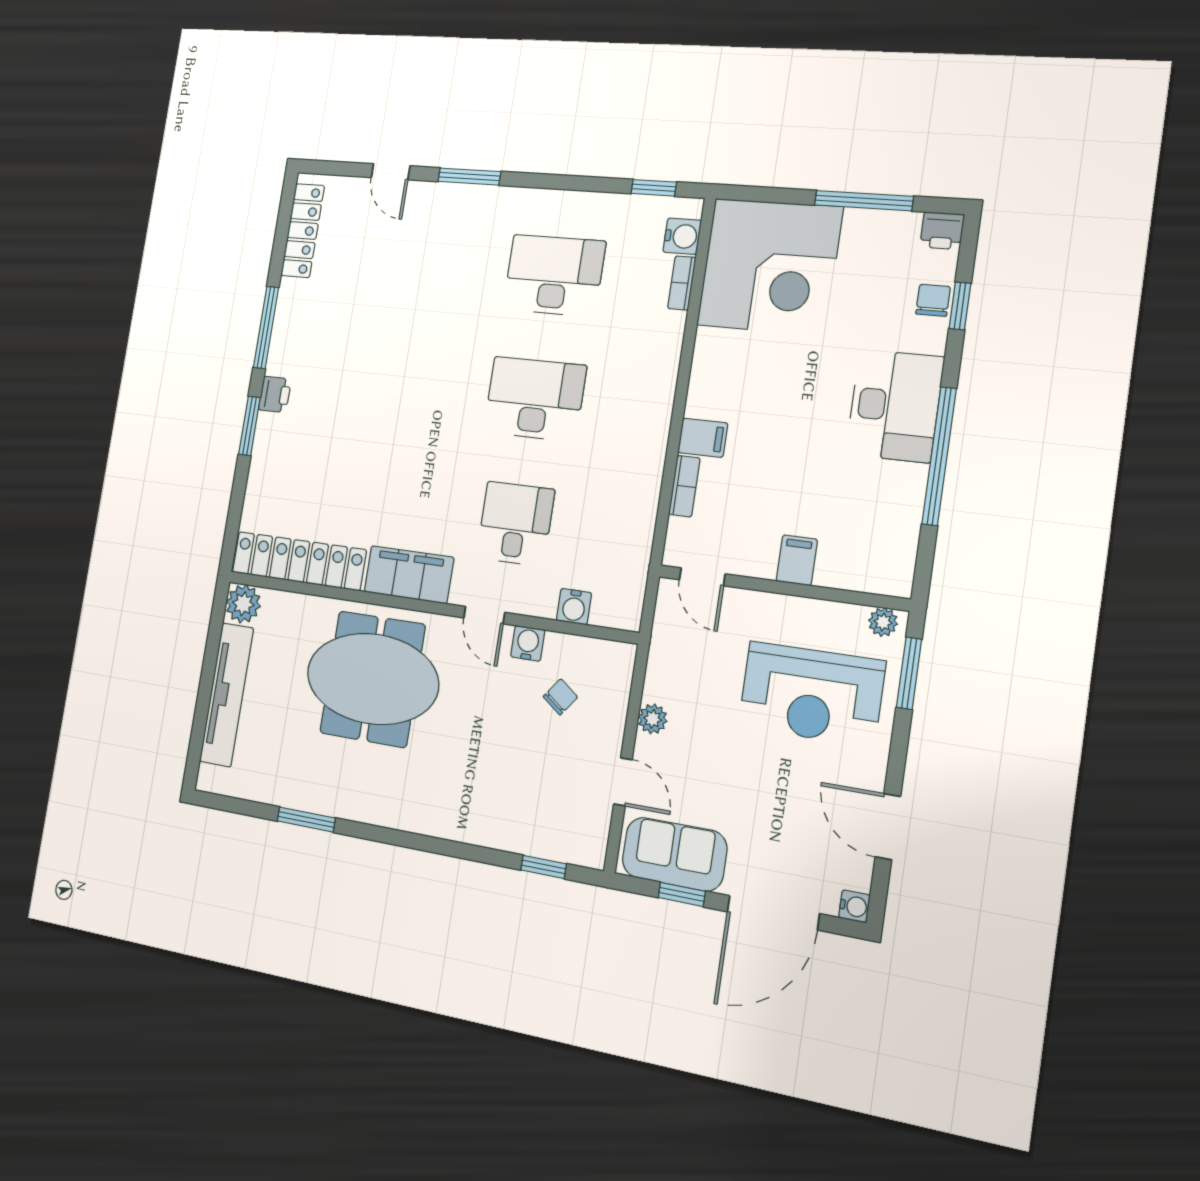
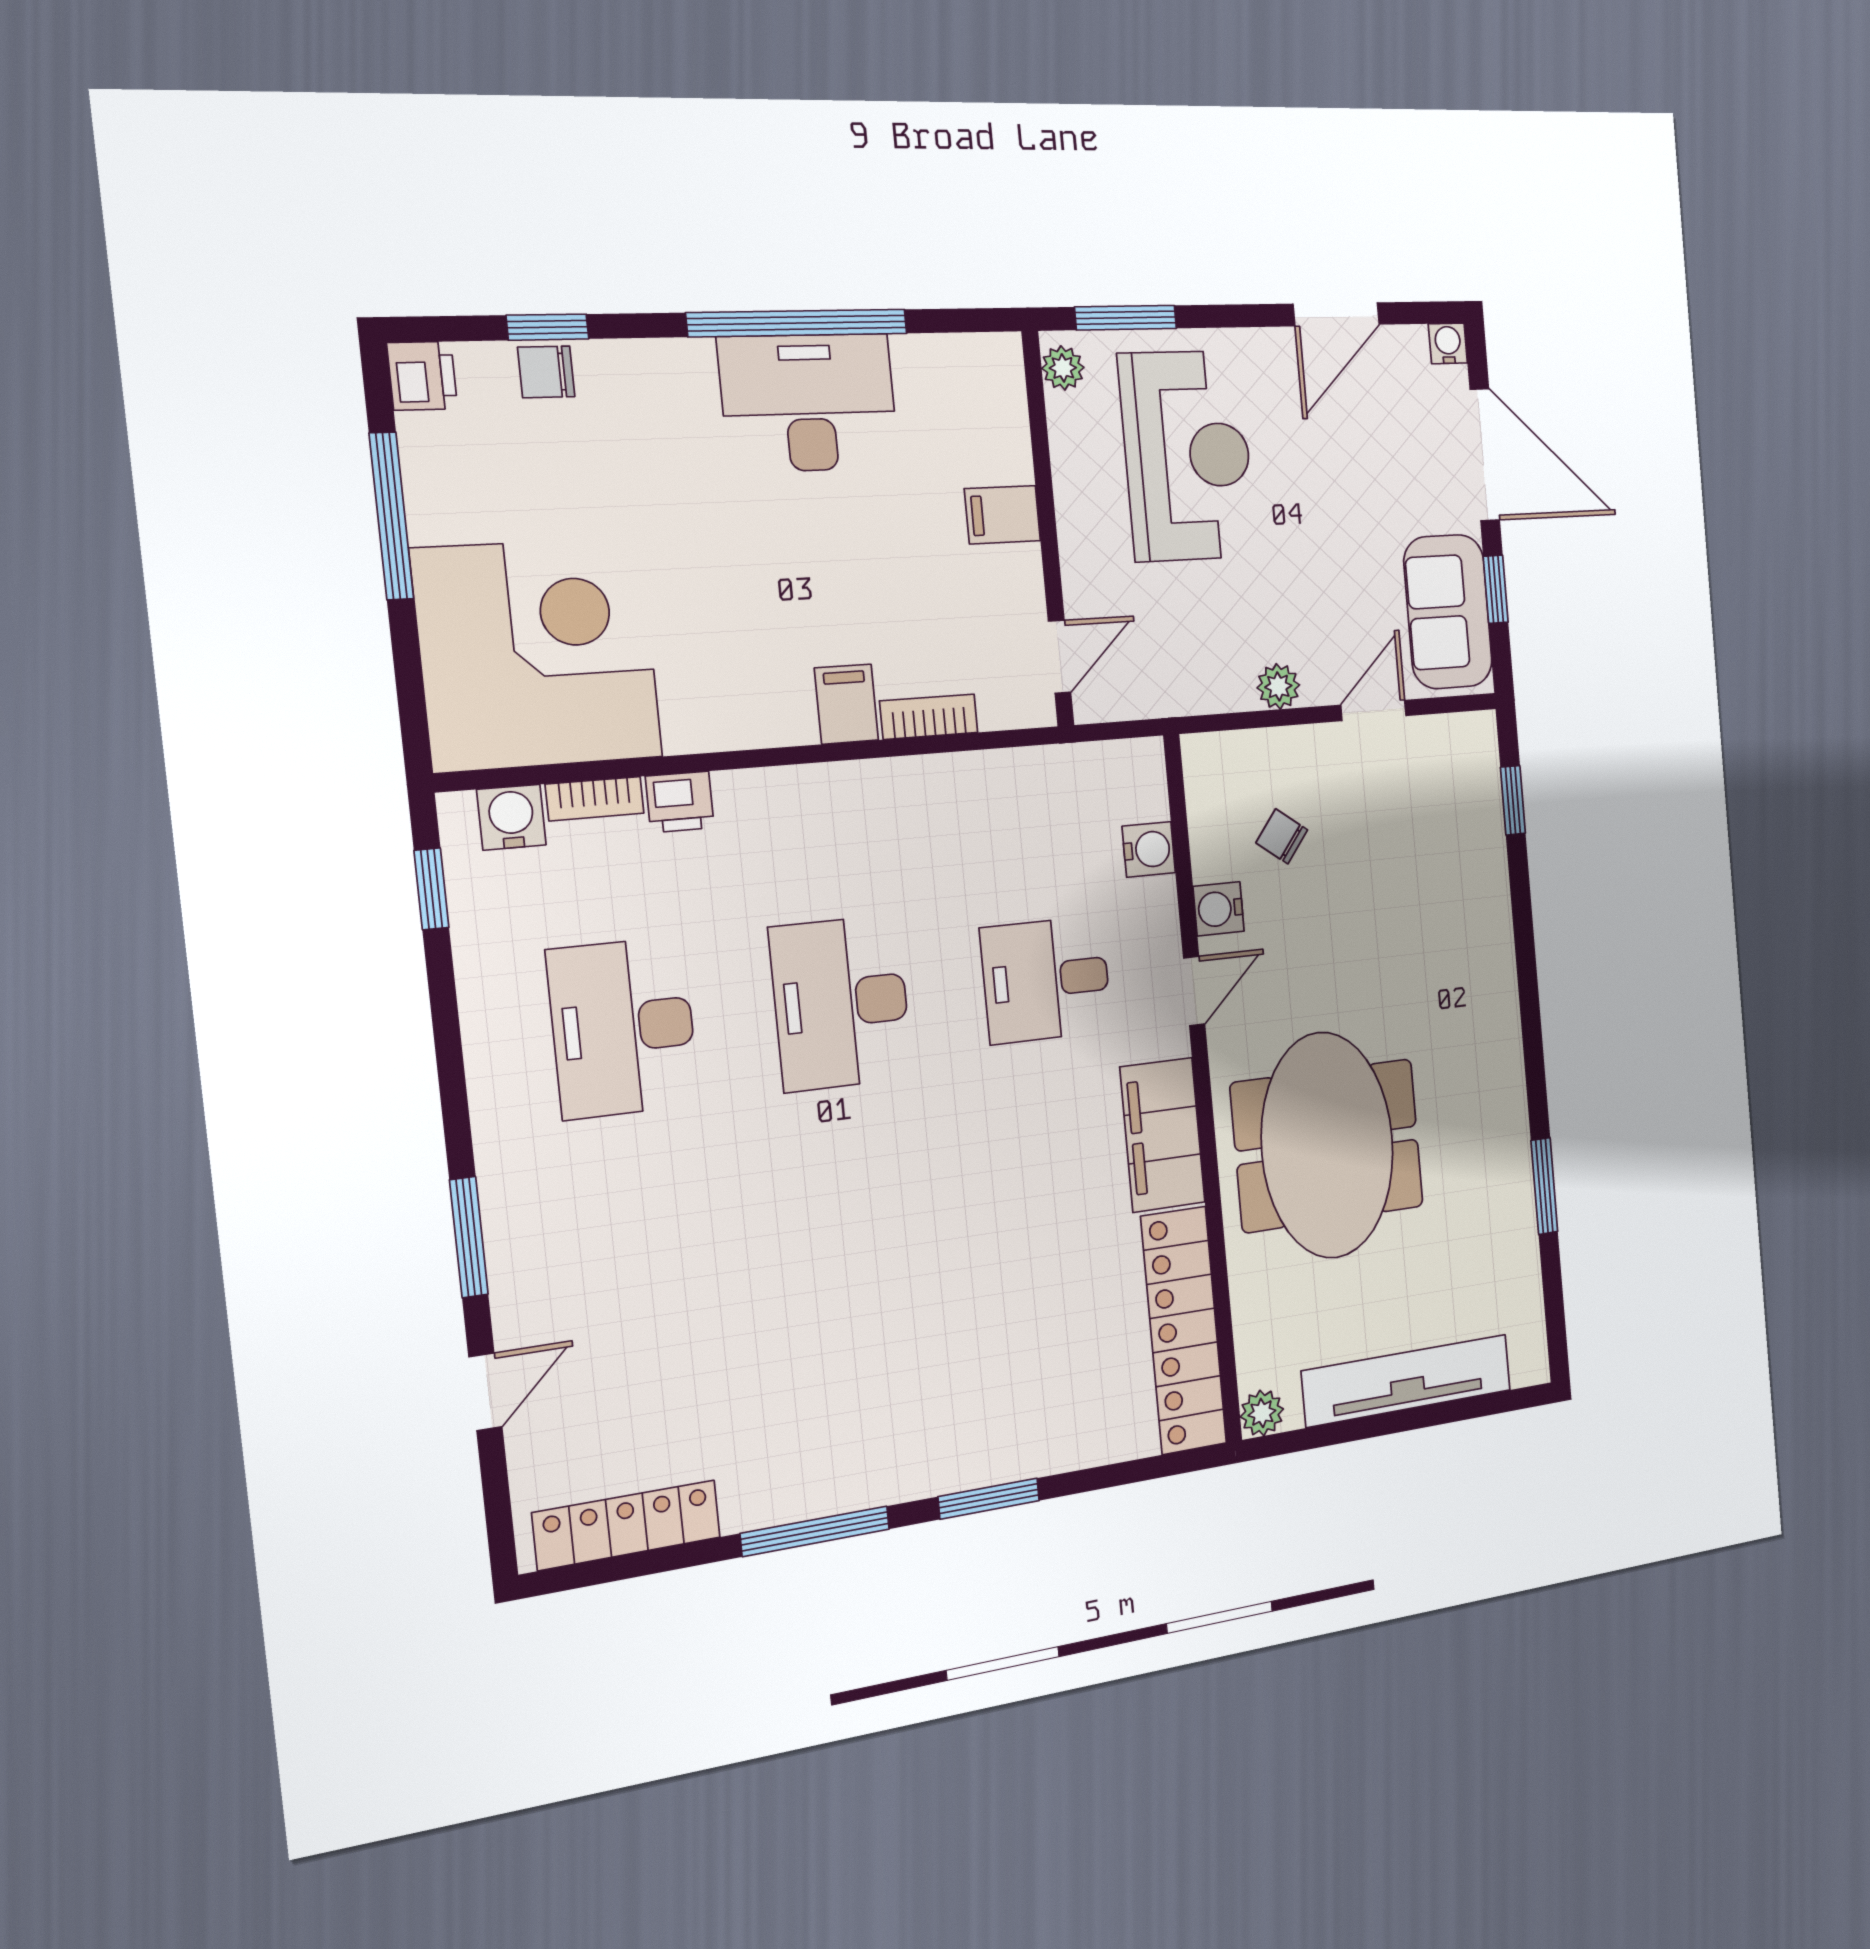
printer: (275, 394) -> (680, 802), moved, turned 180
desk: (895, 406) -> (809, 403), moved
plant: (243, 604) -> (1262, 1413), width x0.73, depth x0.73

